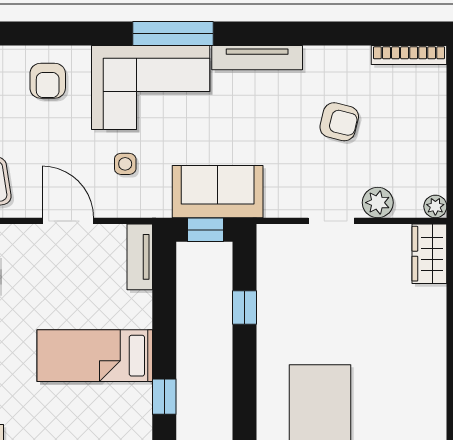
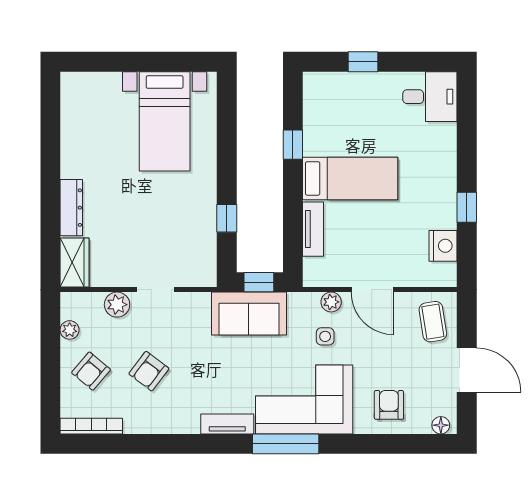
tv unit: (257, 58) -> (227, 424), width x0.71
armchair: (339, 122) -> (149, 371), turned -67
armchair: (409, 122) -> (91, 371), added
plant: (118, 206) -> (331, 302), added
plant: (435, 206) -> (70, 330), moved
tv unit: (140, 257) -> (313, 229), moved
dresser: (433, 320) -> (71, 208), added

